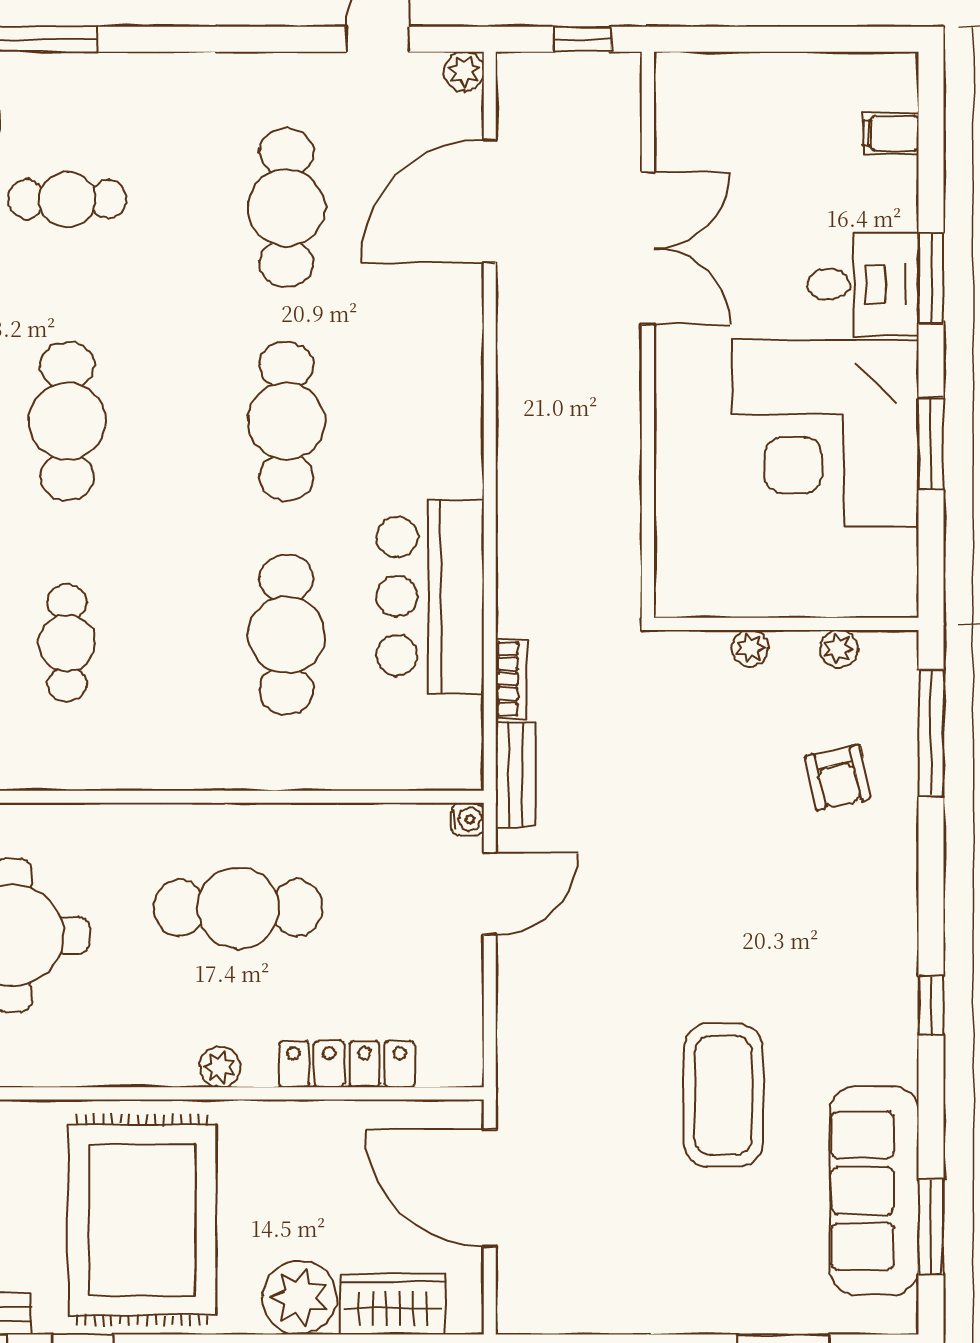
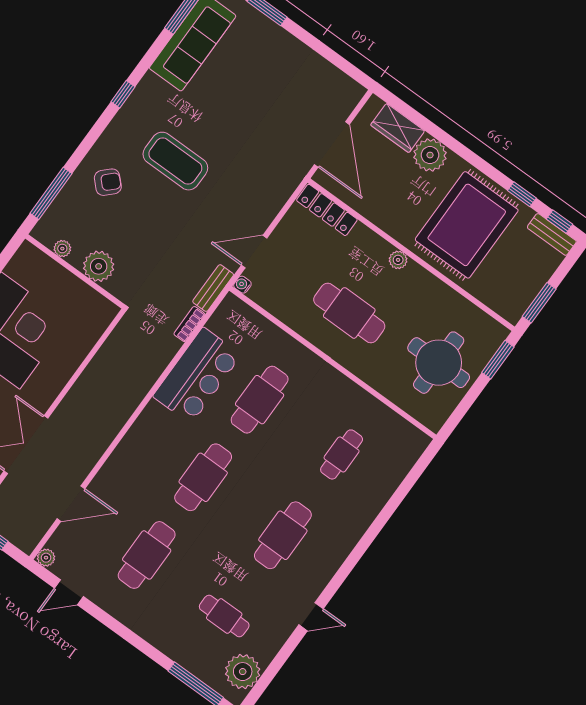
door: (490, 201) -> (71, 504), width x0.73
plant: (750, 648) -> (99, 266), width x1.88, depth x1.88
armchair: (838, 777) -> (108, 182), moved, turned 57
locker: (347, 1064) -> (327, 210), moved
coffee table: (723, 1095) -> (175, 161), moved, turned 90

